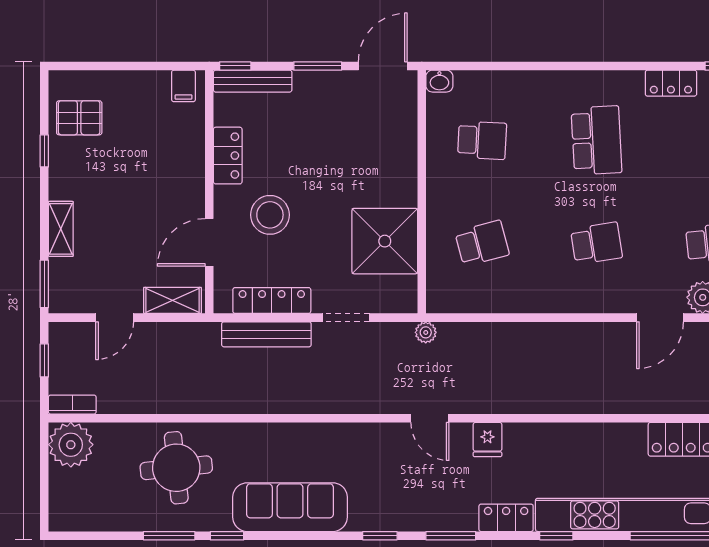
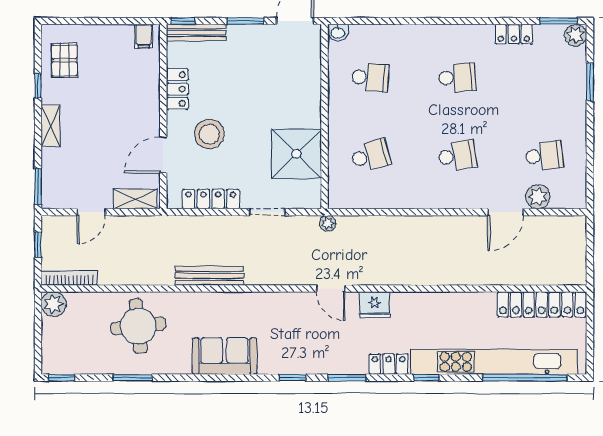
pallet: (79, 118) -> (64, 60), turned 90
school desk: (596, 140) -> (457, 77), width x0.54
shelving: (61, 229) -> (51, 126), moved
bench: (266, 334) -> (209, 276), moved
bookcase: (72, 405) -> (69, 278), width x1.56
fridge: (487, 440) -> (374, 305), width x1.38
plant: (71, 445) -> (54, 304), width x0.73, depth x0.73
sofa: (290, 507) -> (225, 356), width x0.73
window: (227, 536) -> (62, 378), moved

